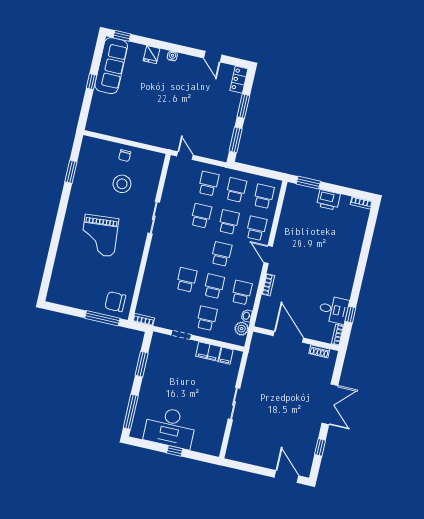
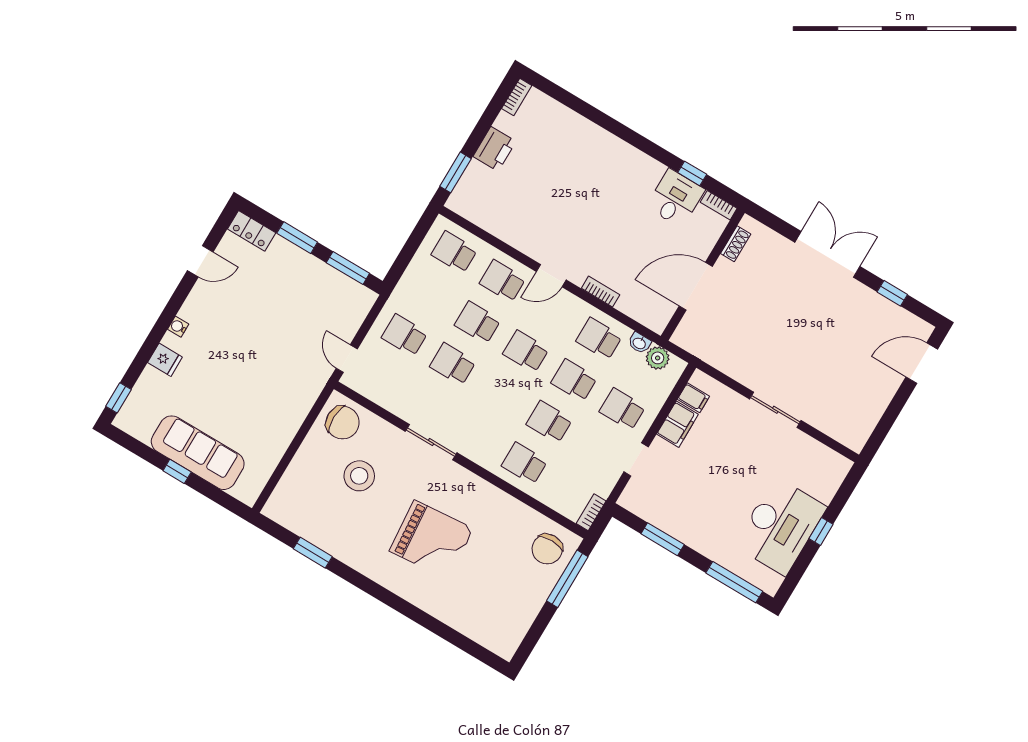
sofa: (111, 66) -> (198, 453), moved
chair: (125, 156) -> (343, 423), moved, width x1.87, depth x1.87
door: (185, 156) -> (347, 359), hinge flipped
school desk: (236, 190) -> (524, 463), moved

